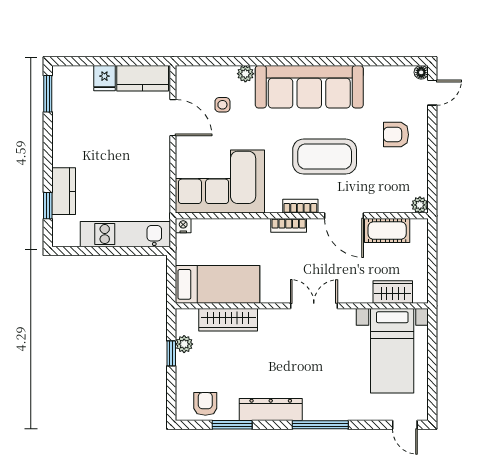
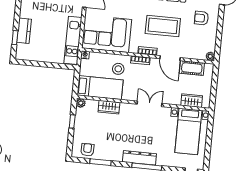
kitchen unit: (125, 234) -> (73, 40), moved, turned -90
stool: (248, 246) -> (118, 69), added
wardrobe: (228, 320) -> (109, 107), width x0.67
plant: (184, 344) -> (81, 103), moved
dresser: (271, 409) -> (139, 158), moved

